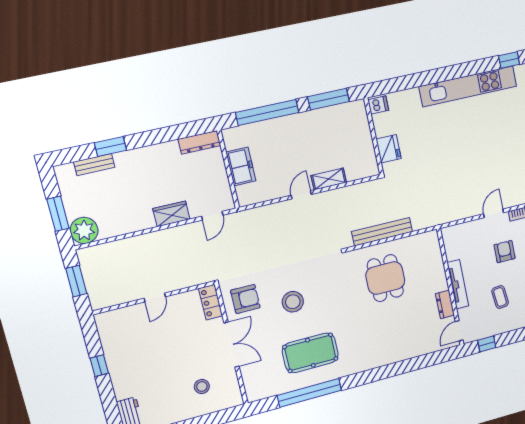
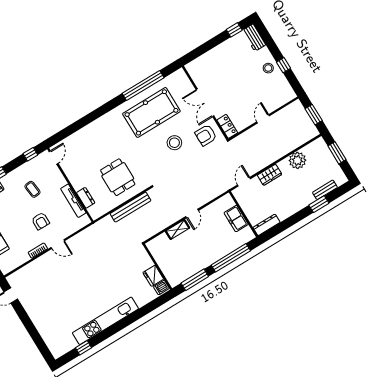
fridge: (389, 149) -> (153, 276), moved
door: (494, 213) -> (58, 244), hinge flipped
plant: (84, 230) -> (297, 160), moved
tv unit: (458, 284) -> (73, 201), moved
dresser: (445, 304) -> (86, 198), moved
pool table: (310, 353) -> (151, 112), width x1.36, depth x1.32
stool: (202, 387) -> (268, 68), moved

